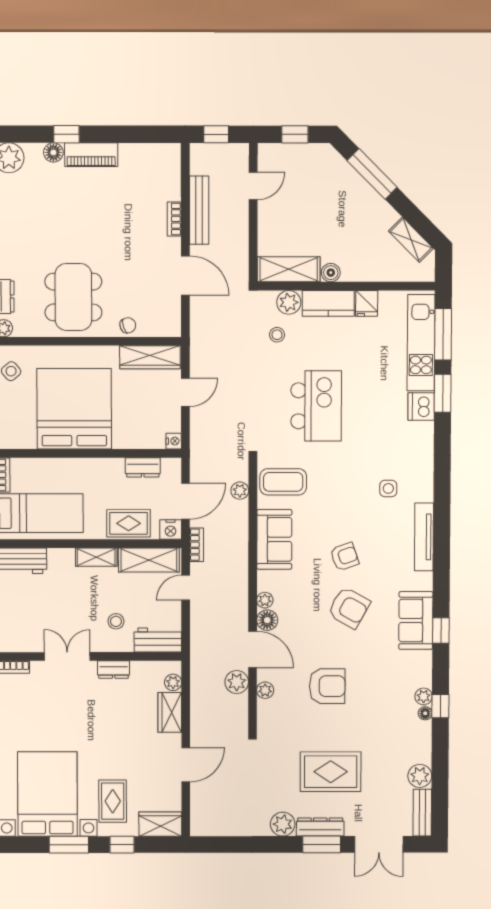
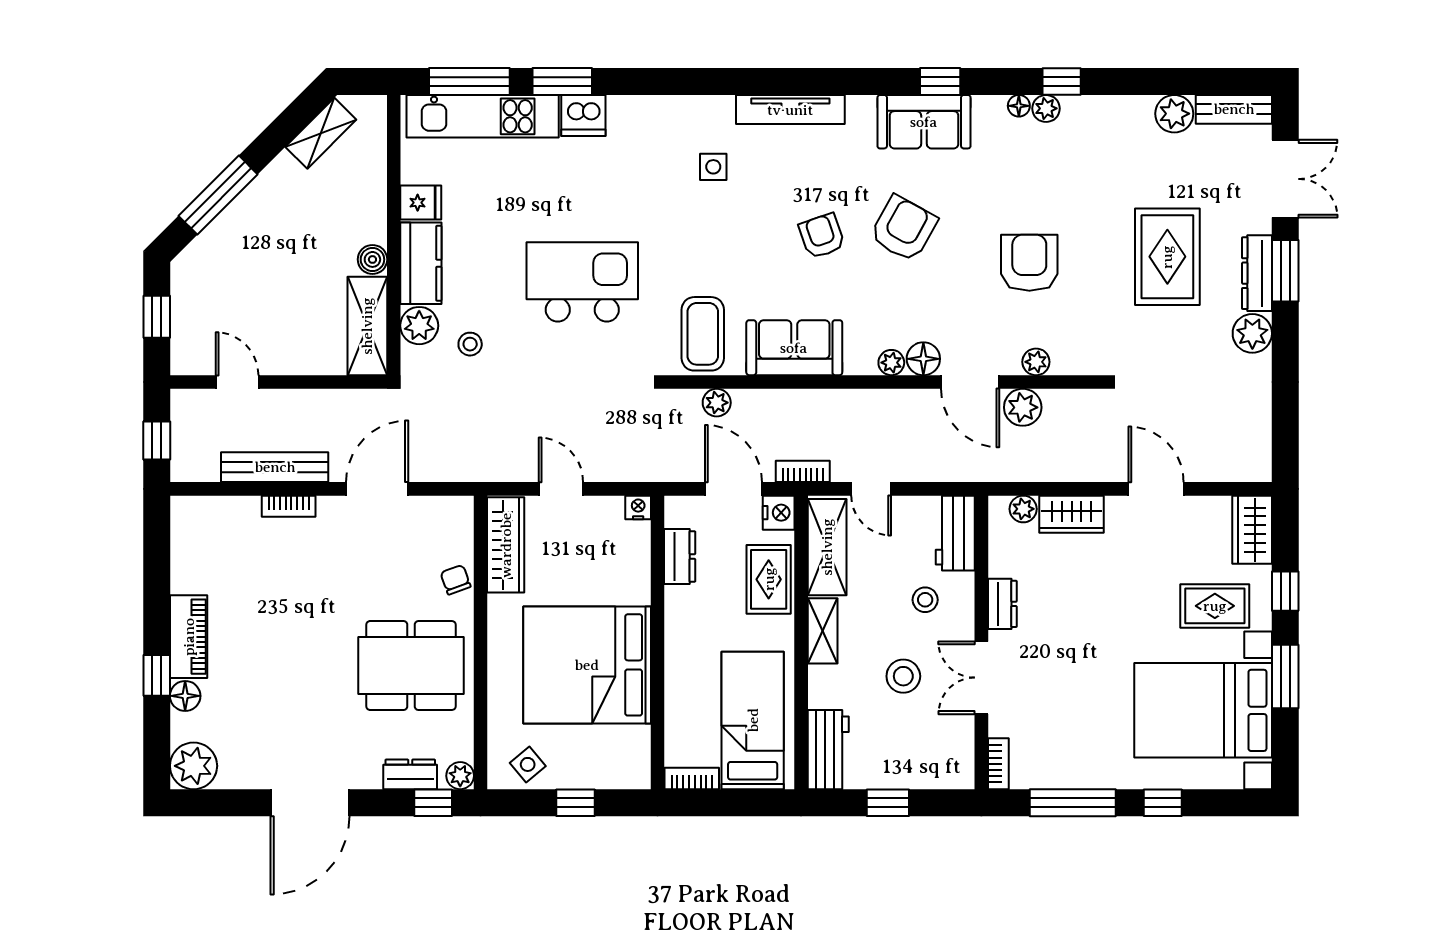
stool: (68, 608) -> (903, 676), added
door: (253, 649) -> (970, 382), swing flipped
floor lamp: (425, 713) -> (1019, 106), moved

